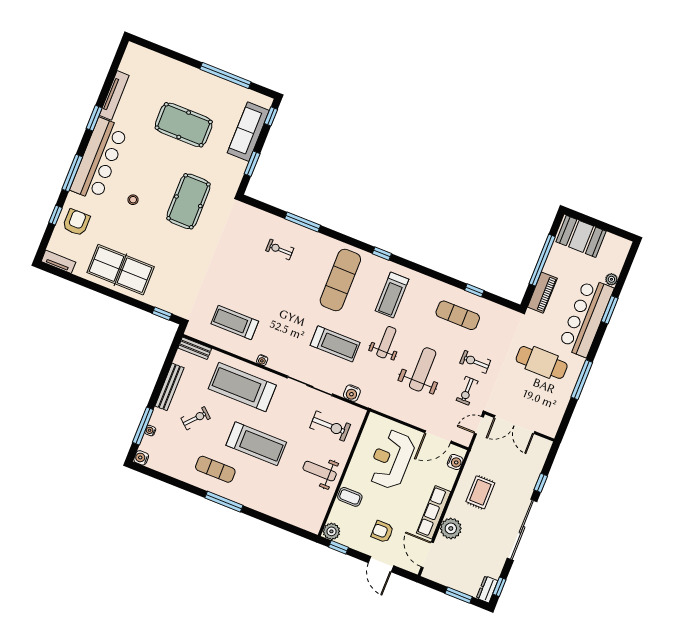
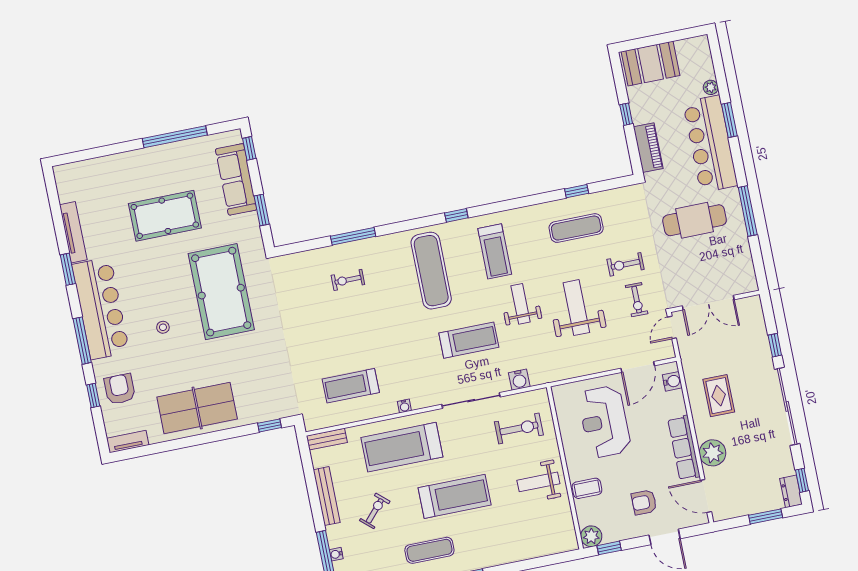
pool table: (188, 201) -> (221, 292), width x1.36, depth x1.32
window: (542, 260) -> (626, 114), width x0.32

